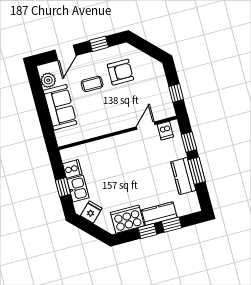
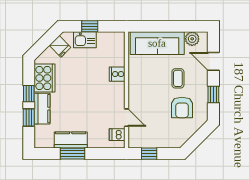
sofa: (60, 107) -> (157, 43), width x1.36
window: (189, 142) -> (101, 154), removed
cooker: (72, 169) -> (117, 74), moved, turned 90

